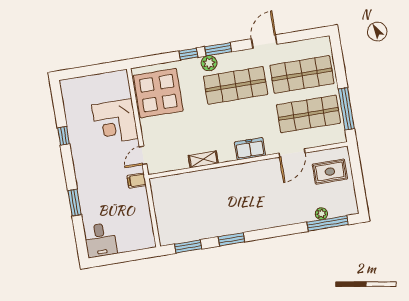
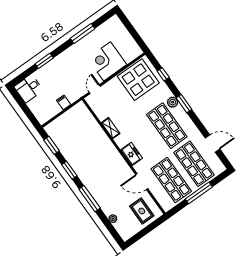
door: (264, 42) -> (212, 143), moved
window: (188, 54) -> (163, 74), moved
window: (346, 109) -> (199, 193), moved
window: (64, 136) -> (83, 33), width x2.17
door: (143, 155) -> (95, 89), hinge flipped
filing cabinet: (137, 180) -> (64, 102), moved
window: (327, 223) -> (90, 199), moved

